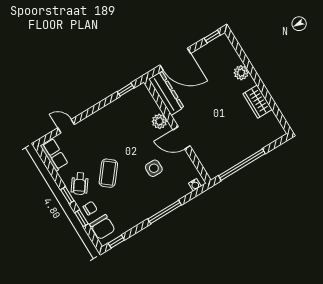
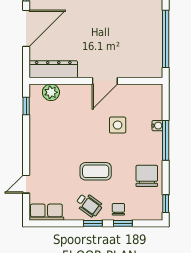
door: (175, 59) -> (26, 28), moved
plant: (159, 121) -> (51, 92), moved
coffee table: (108, 173) -> (96, 171), turned -39
water cooler: (195, 185) -> (157, 126), moved
chair: (102, 227) -> (147, 176), moved, turned -90

